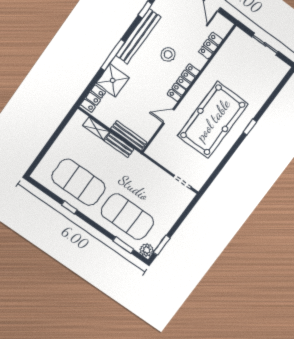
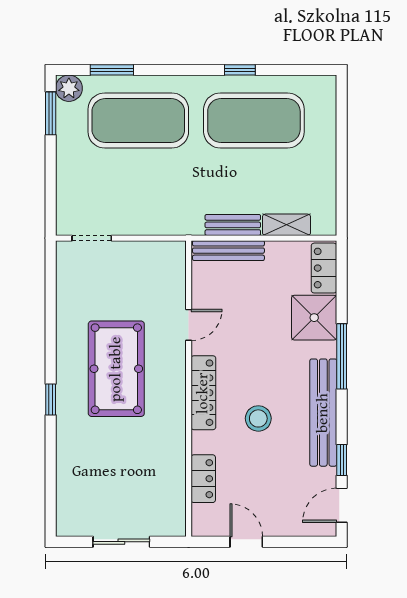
pool table: (213, 120) -> (116, 369), width x0.73, depth x0.76

